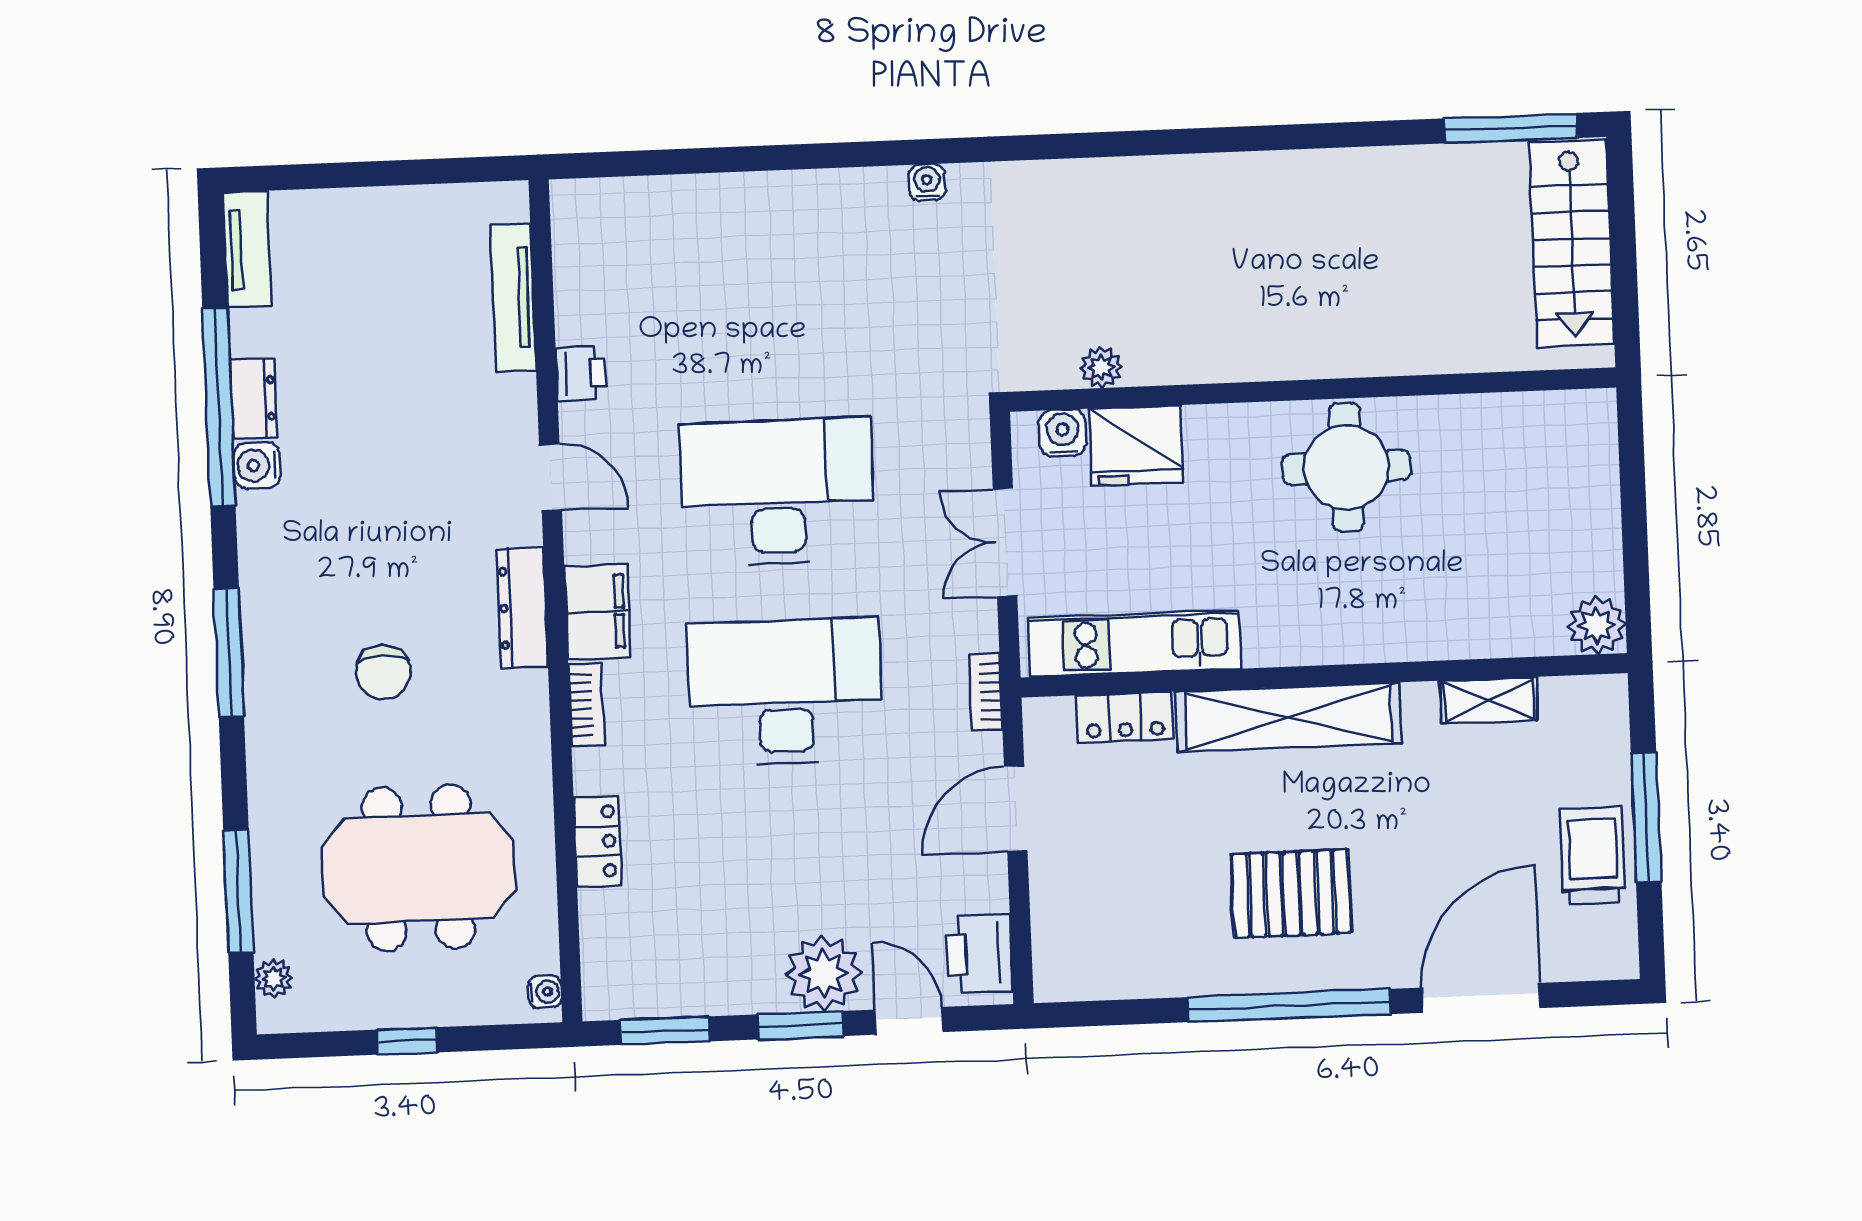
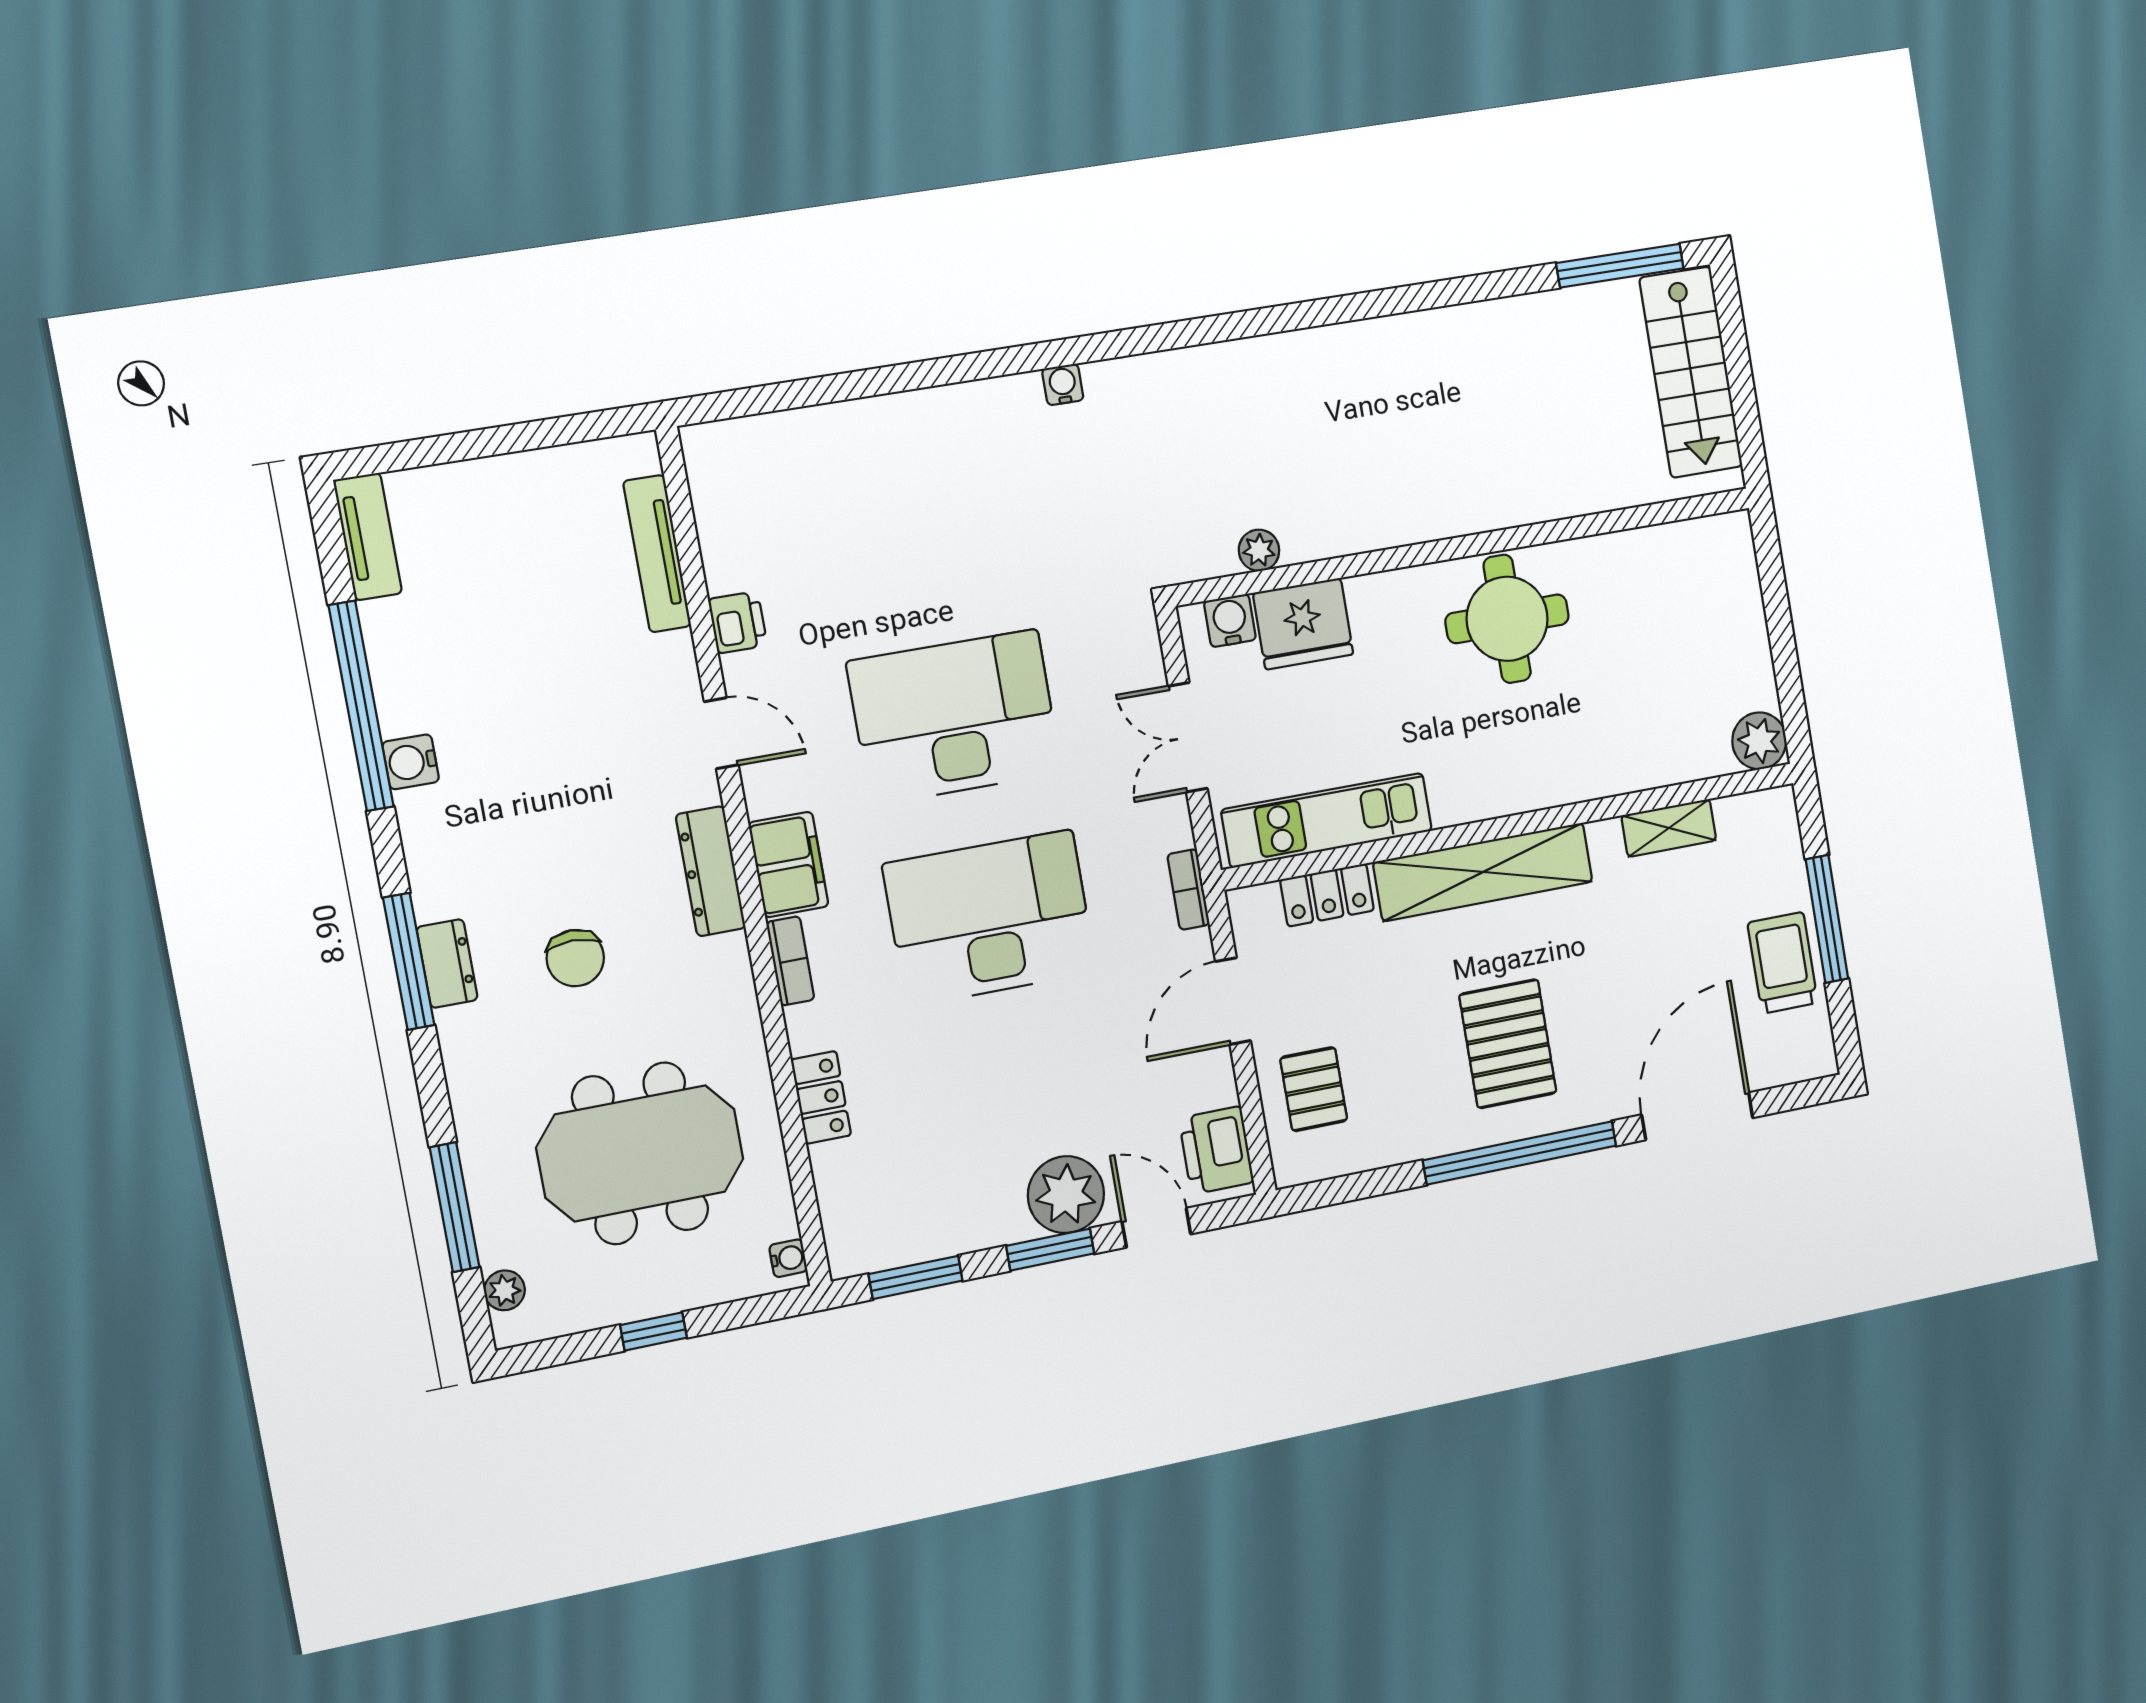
dresser: (253, 399) -> (447, 964), moved
pallet: (1291, 894) -> (1508, 1044), turned 90
pallet: (1086, 908) -> (1314, 1089), added

